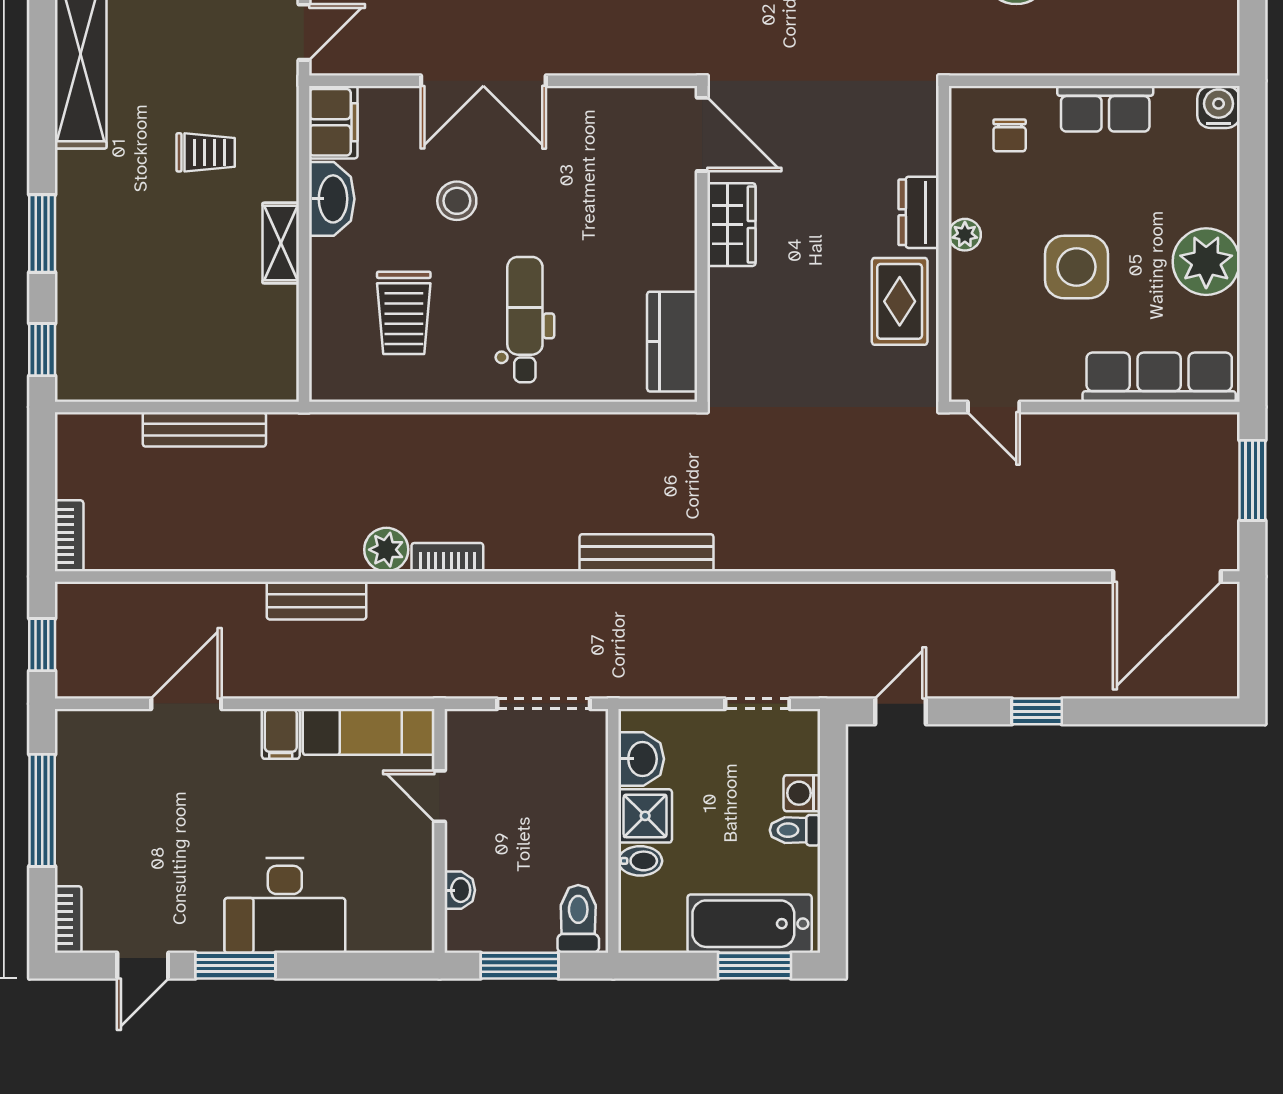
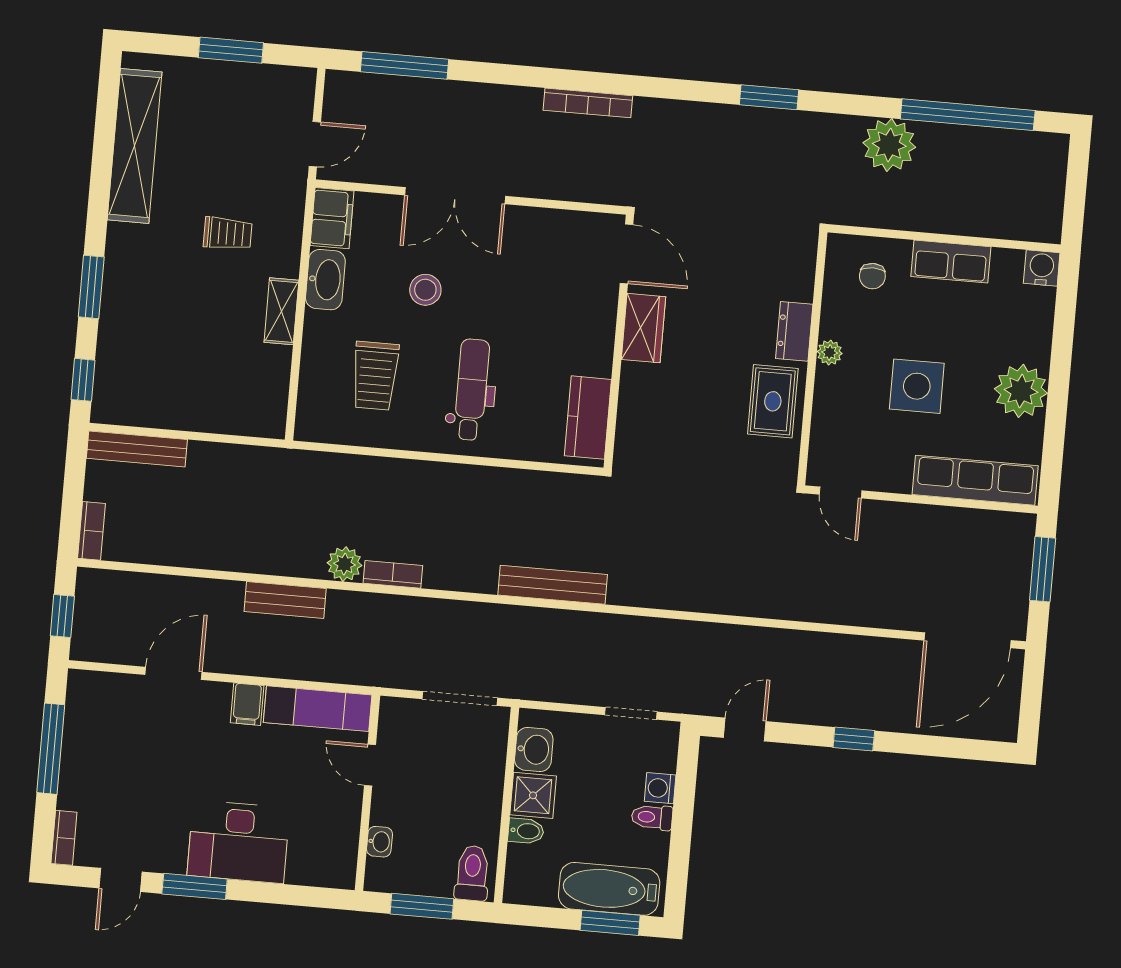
bench: (204, 429) -> (137, 449), moved

